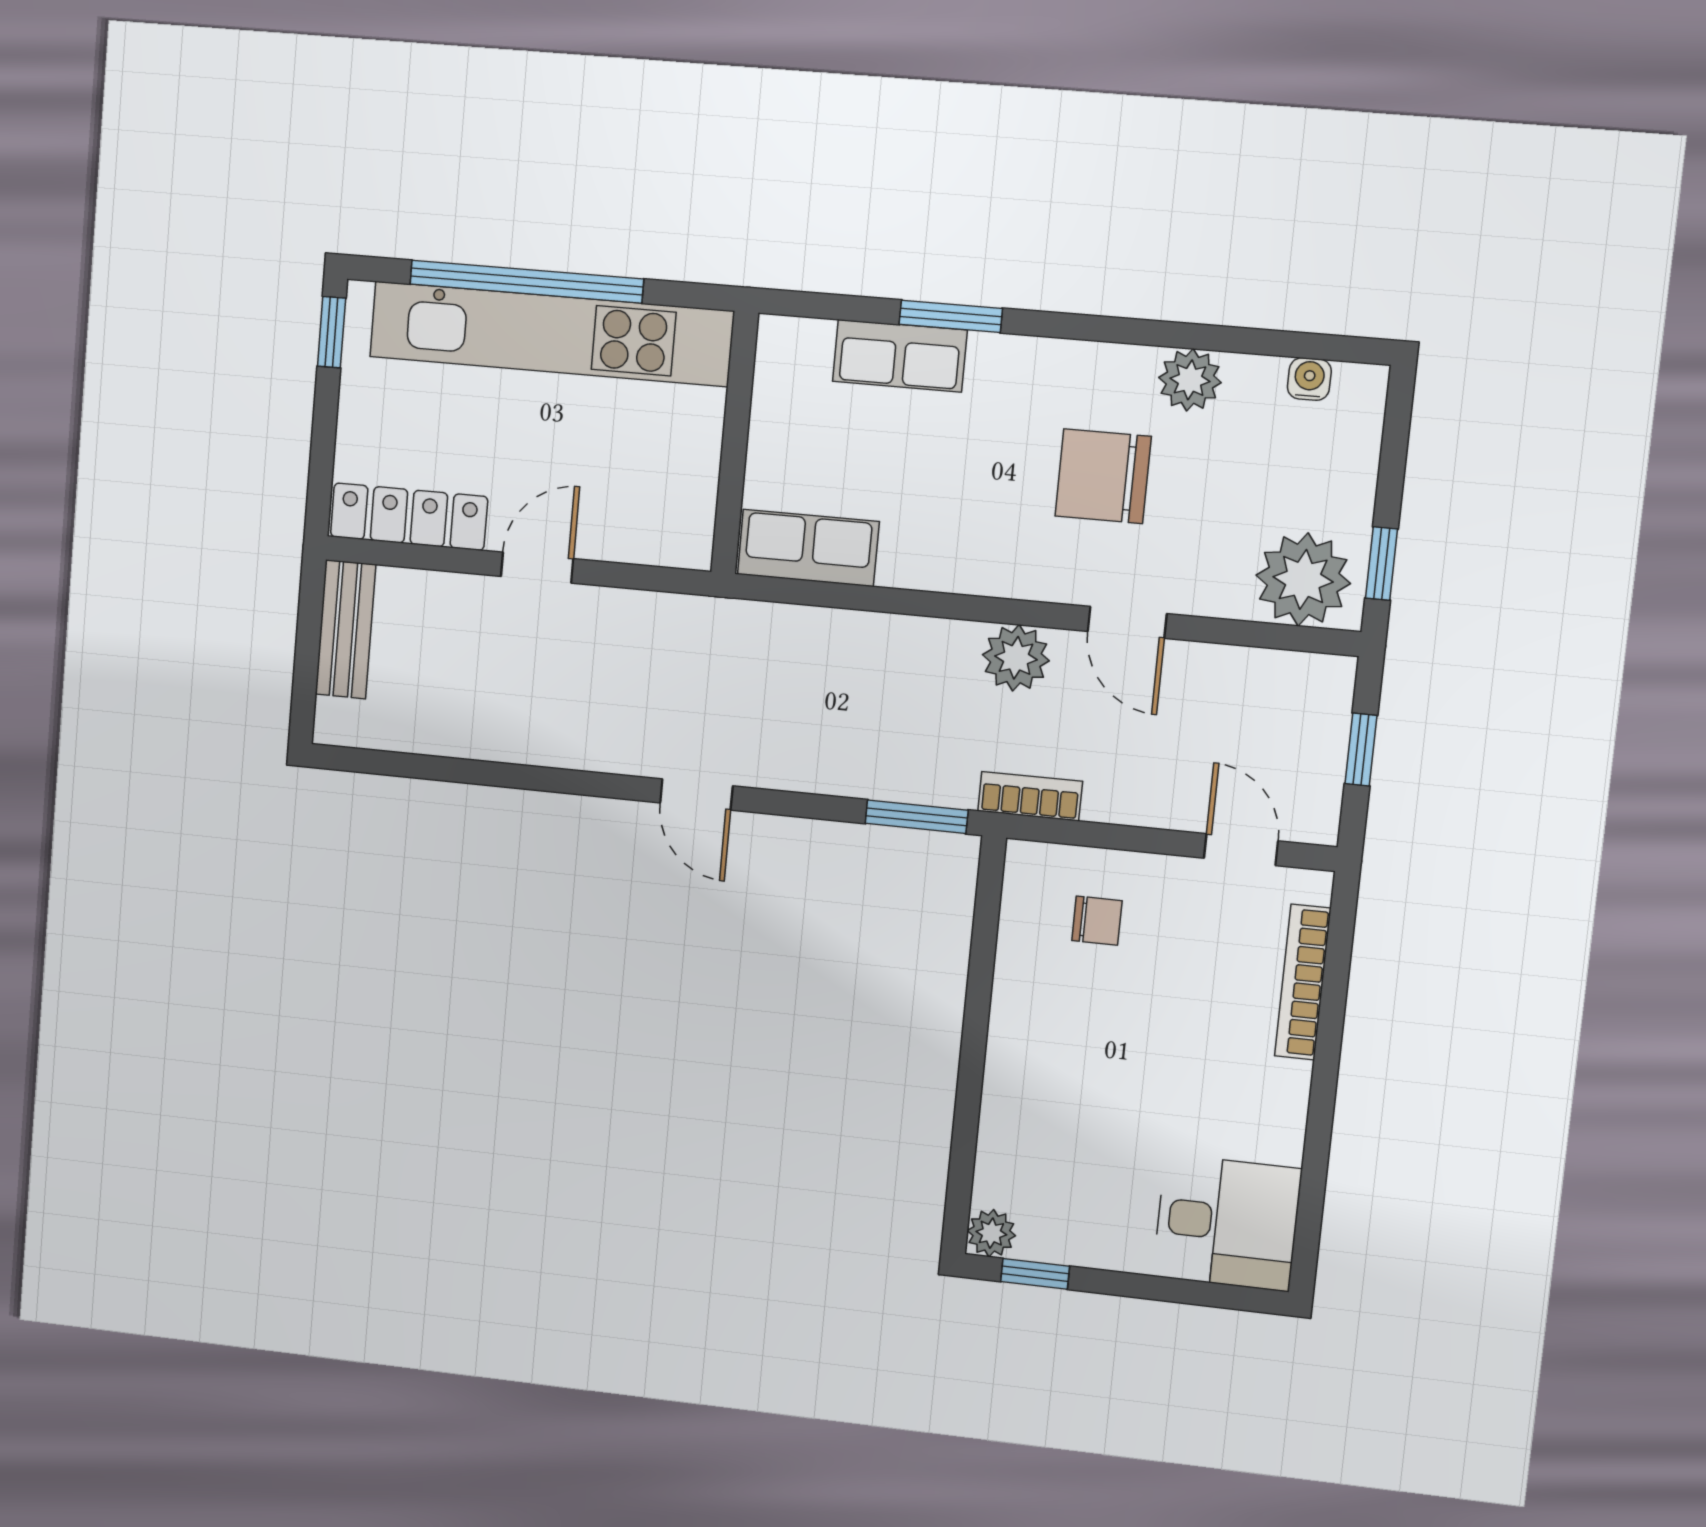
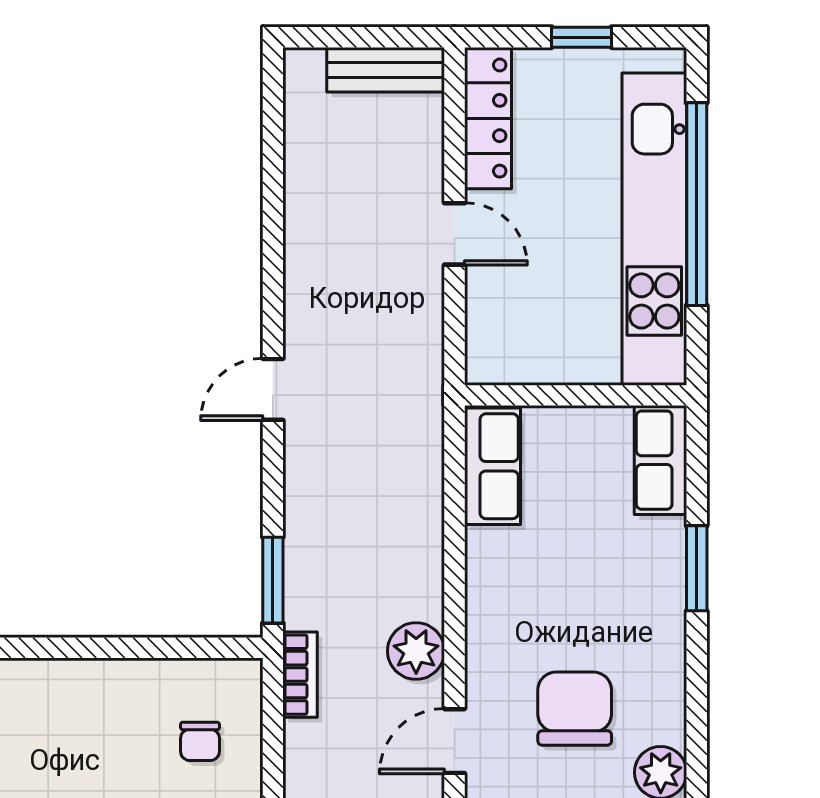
window: (332, 332) -> (582, 37), moved
row of seats: (900, 356) -> (660, 460), moved

